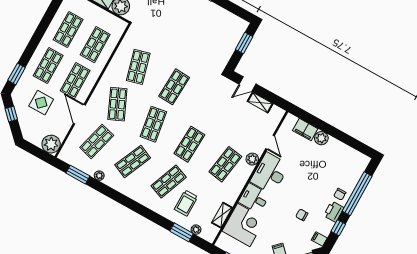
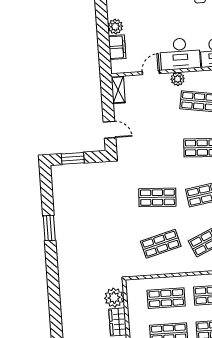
shelving: (260, 103) -> (118, 90), moved

